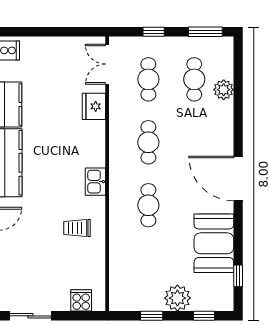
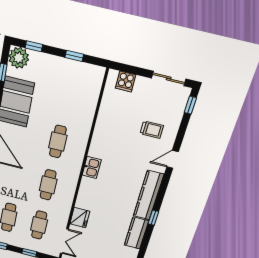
trolley: (77, 228) -> (152, 130), moved
plant: (177, 298) -> (19, 58), moved

